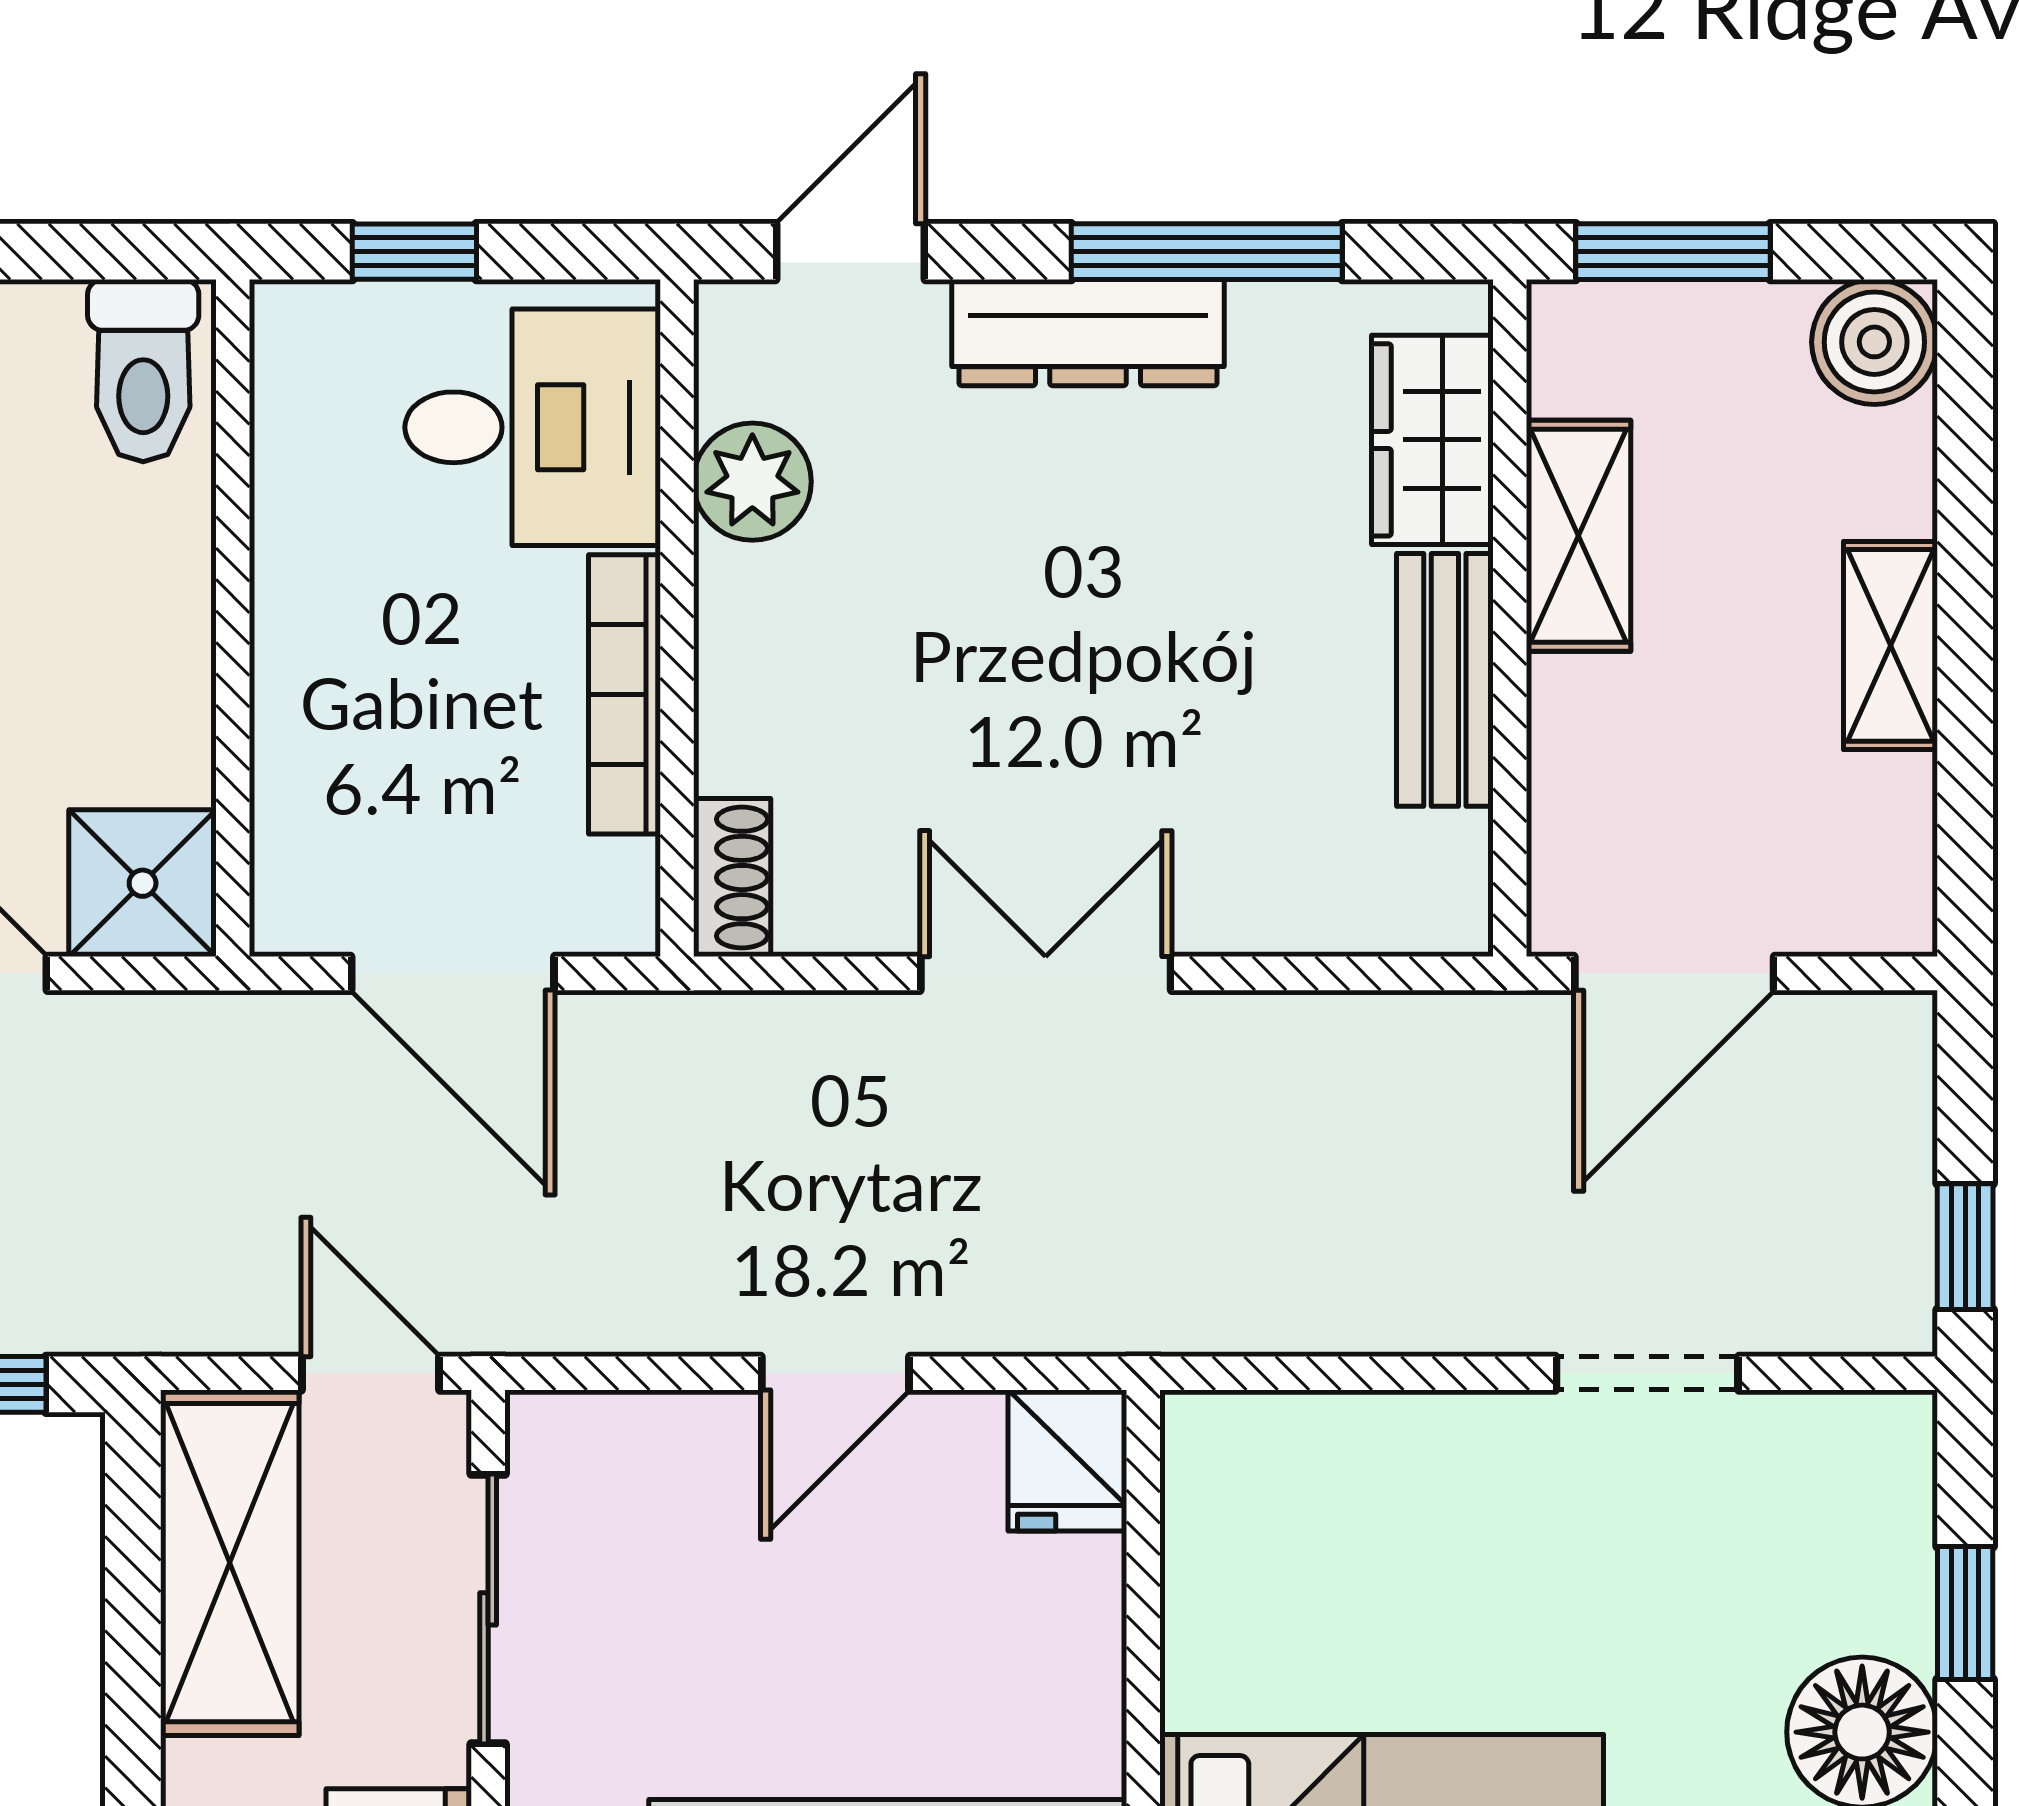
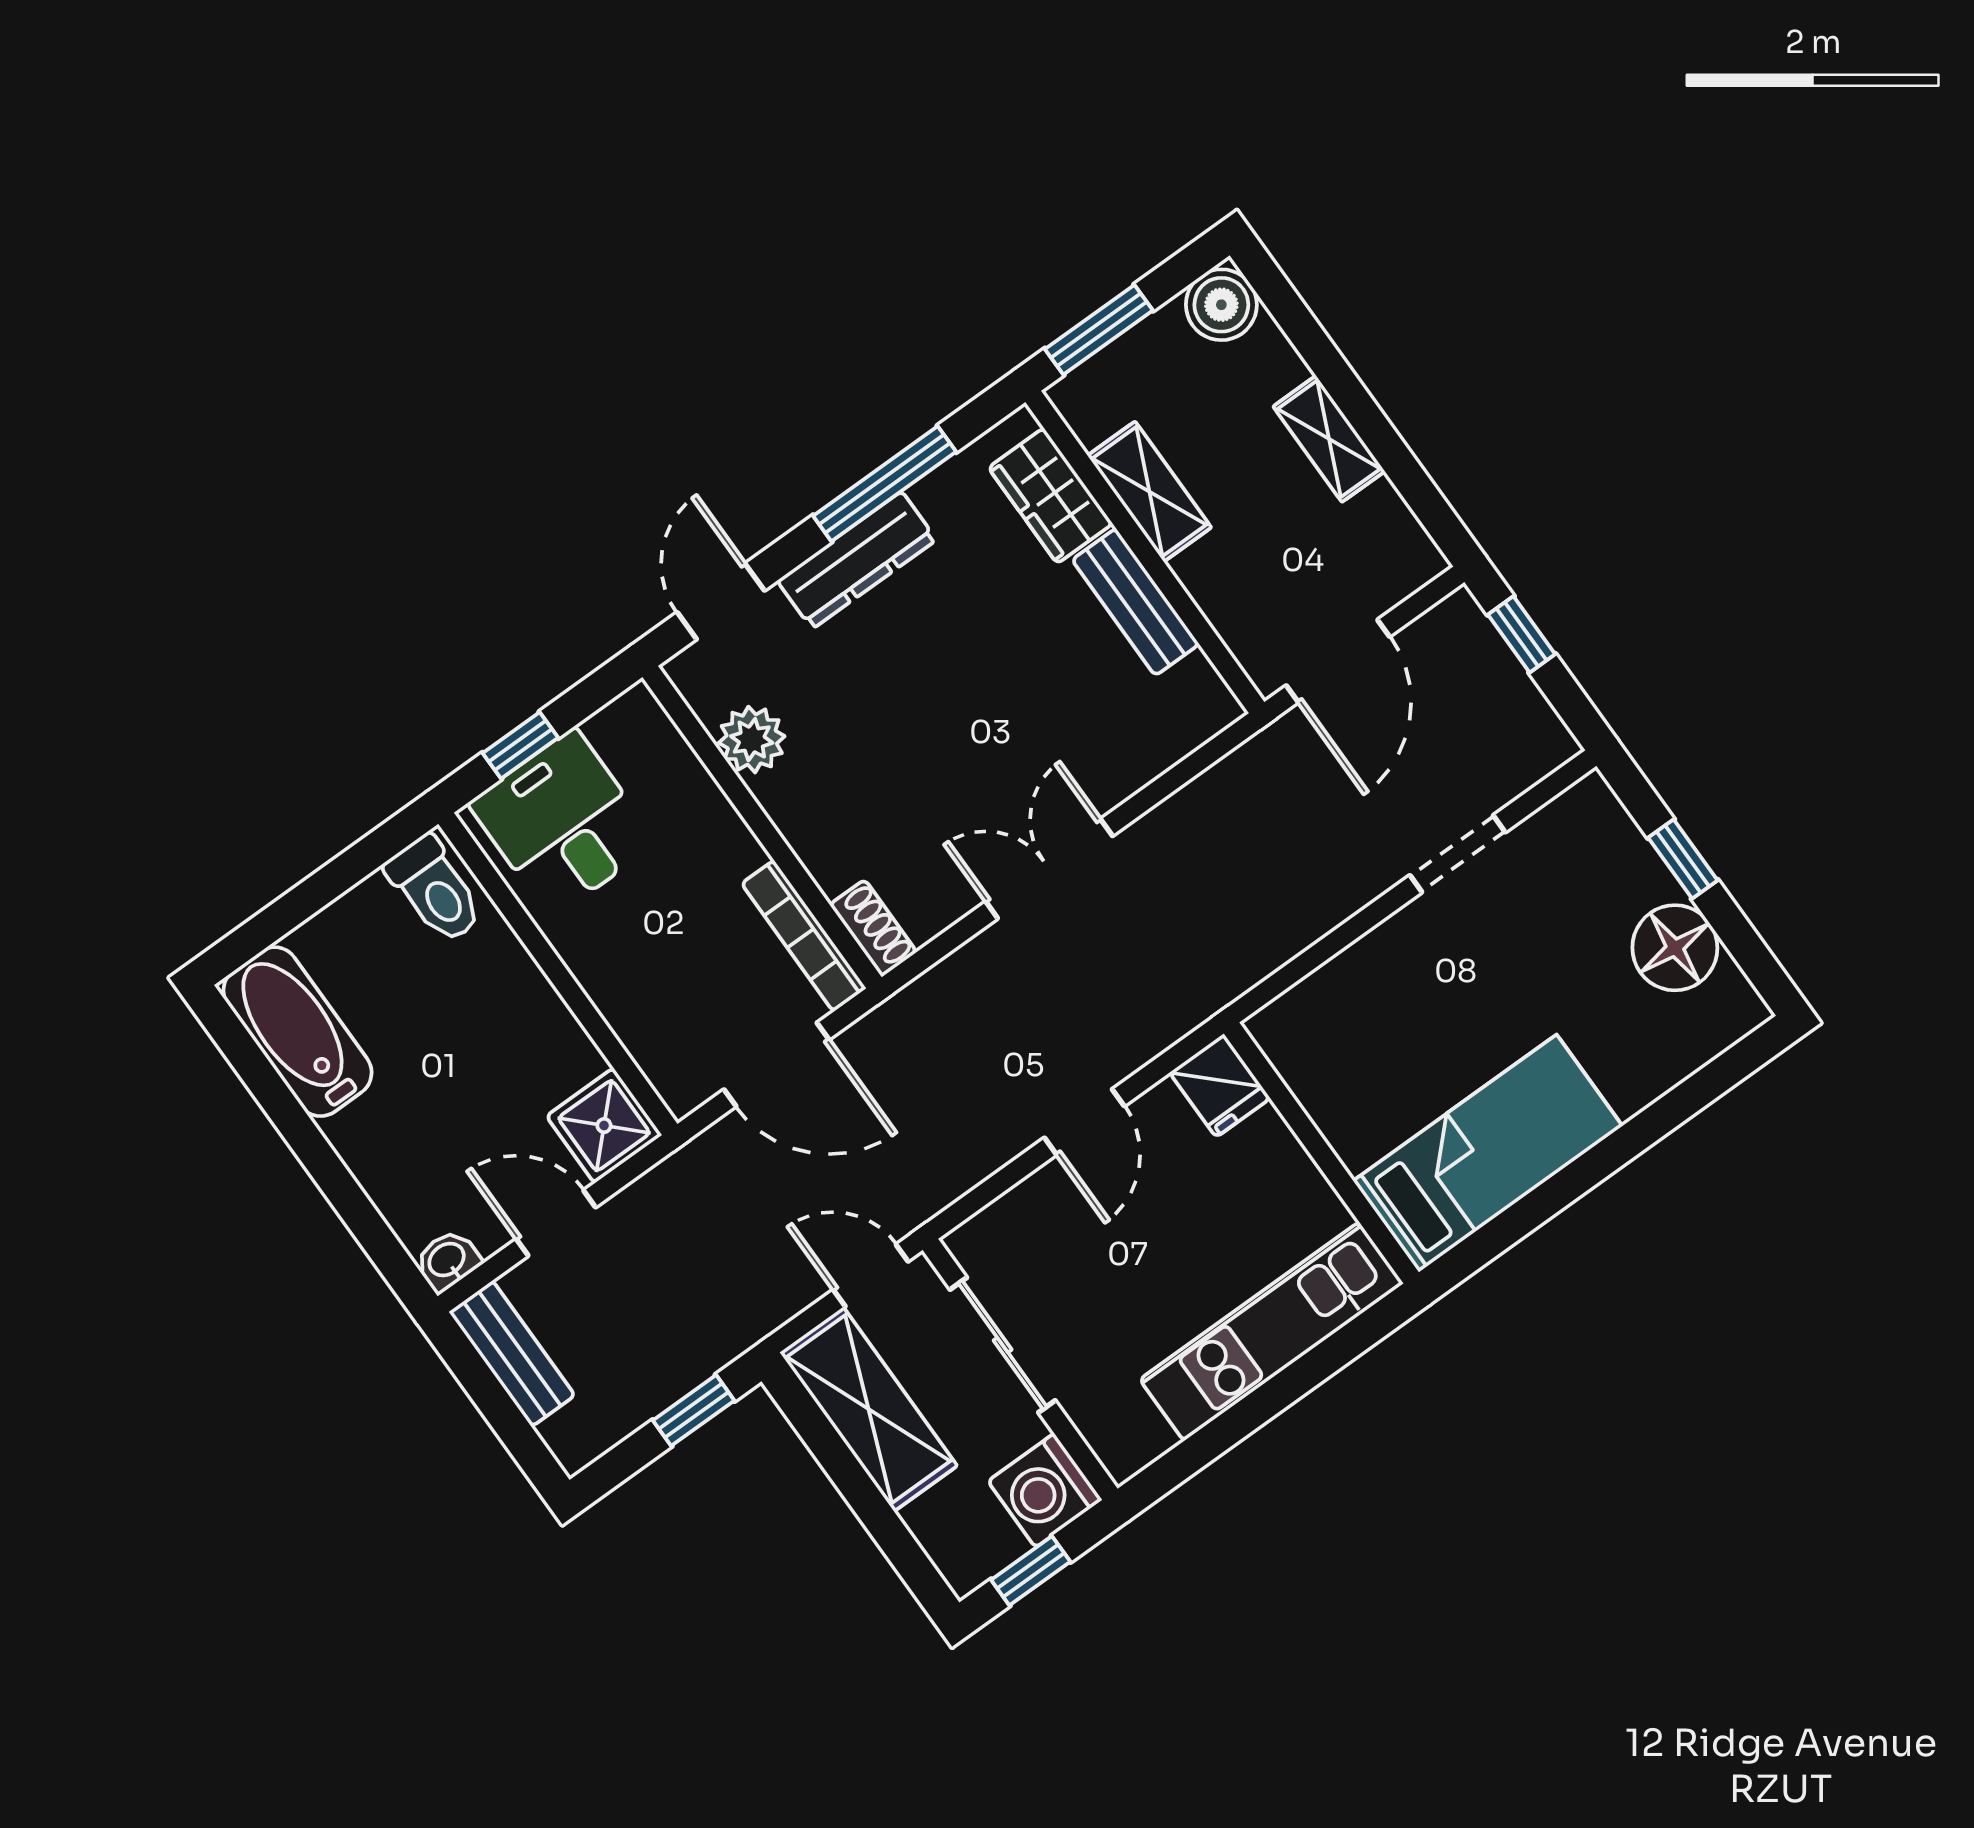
desk: (533, 427) -> (563, 823), moved, turned -90
bookcase: (624, 694) -> (804, 936), moved
window: (1965, 1247) -> (1521, 634), moved

